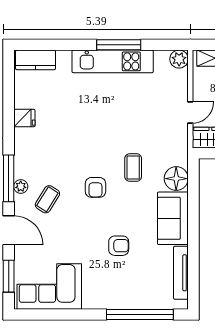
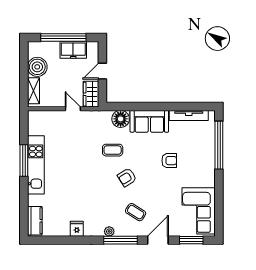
plant: (179, 59) -> (34, 117), removed
plant: (21, 186) -> (109, 231), moved
armchair: (95, 187) -> (127, 177), turned 148
armchair: (119, 246) -> (169, 161), turned 90

